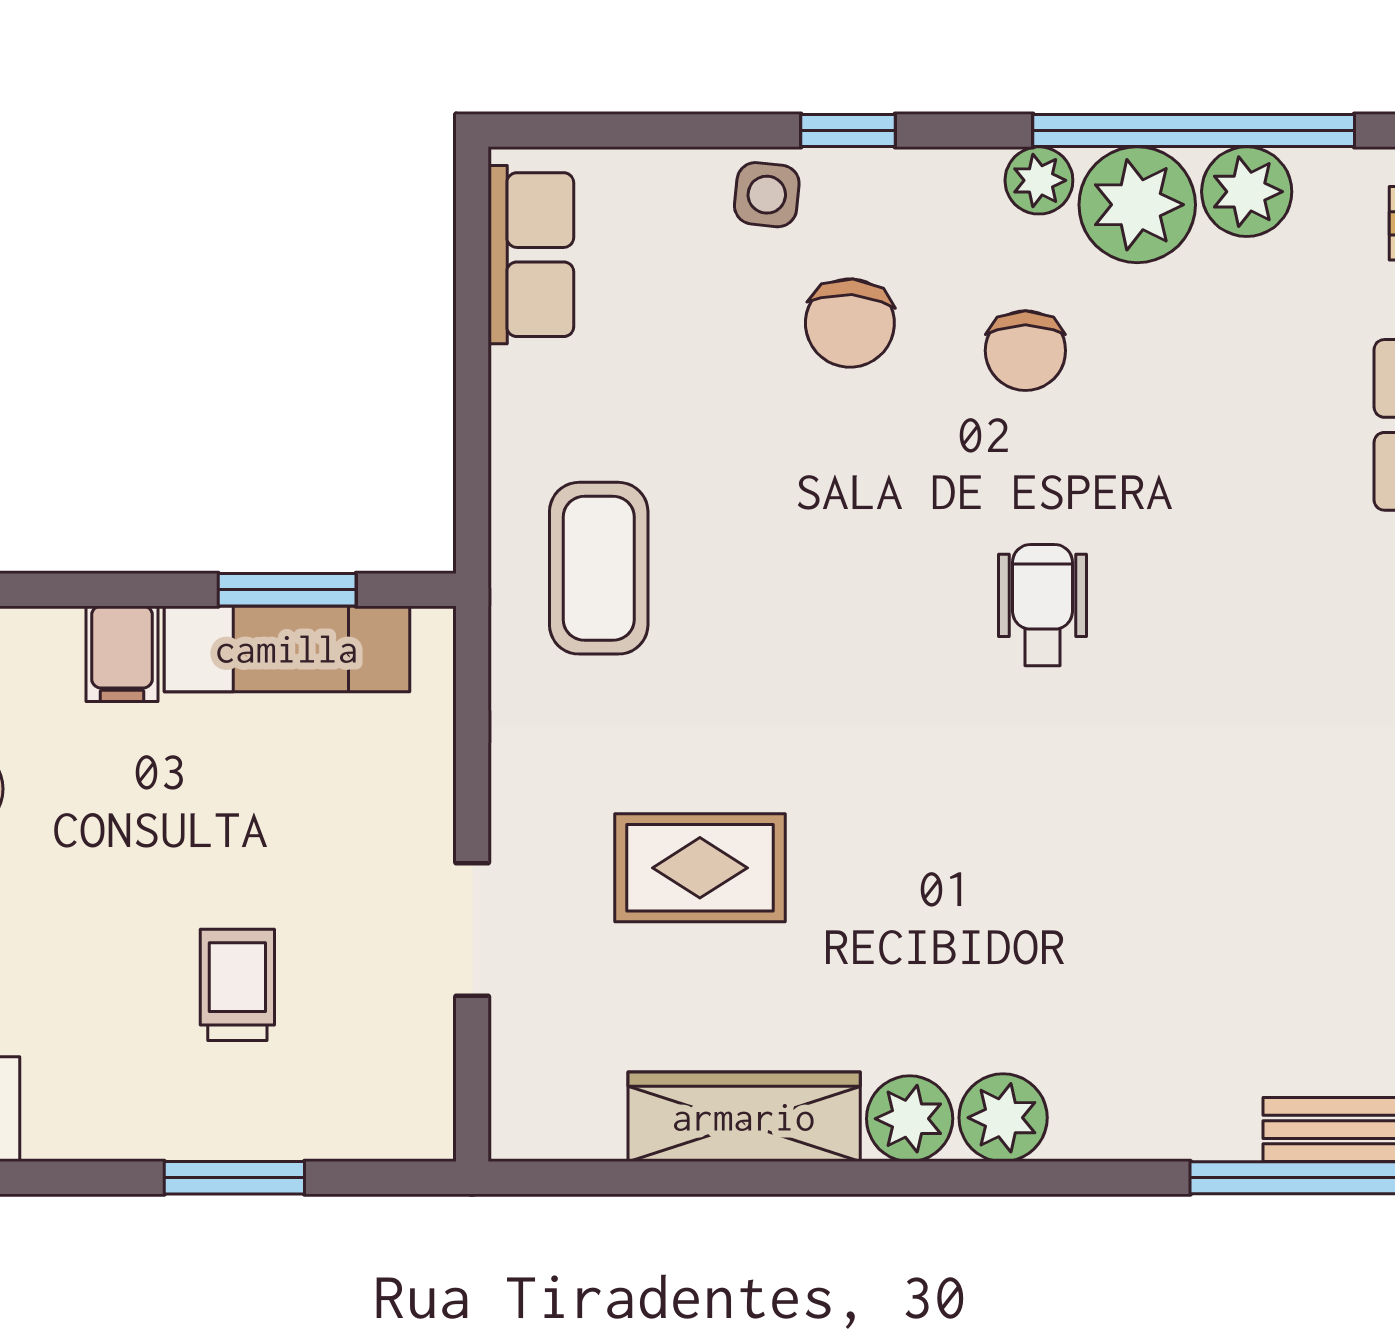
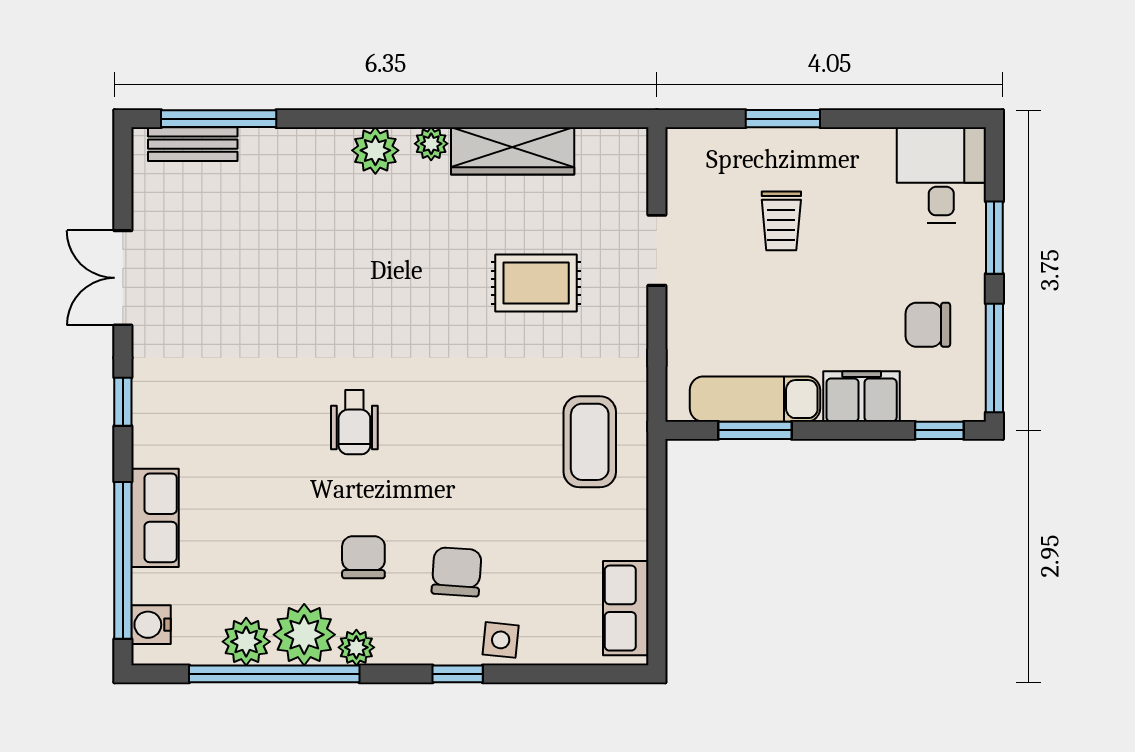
filing cabinet: (122, 654) -> (862, 397), width x2.00
plant: (910, 1119) -> (431, 144), width x0.73, depth x0.73

